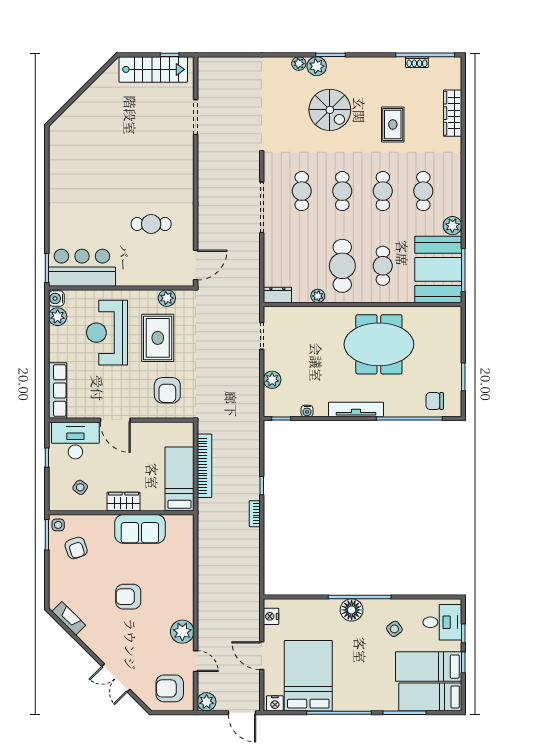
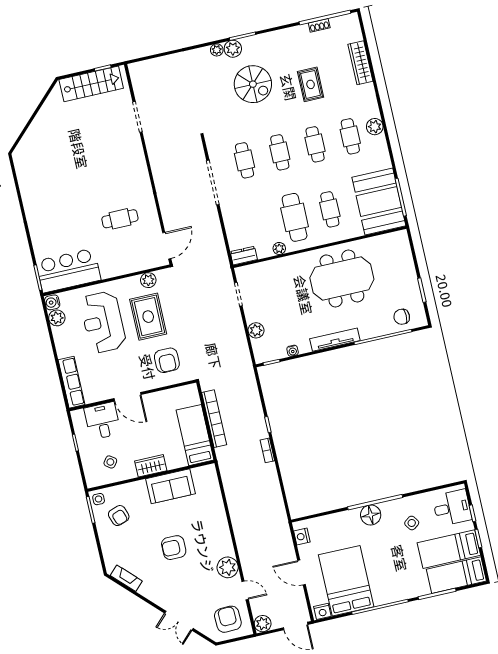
plant: (452, 226) -> (375, 127), moved
desk: (75, 440) -> (102, 421), width x0.73
armchair: (170, 688) -> (228, 619), turned 88

